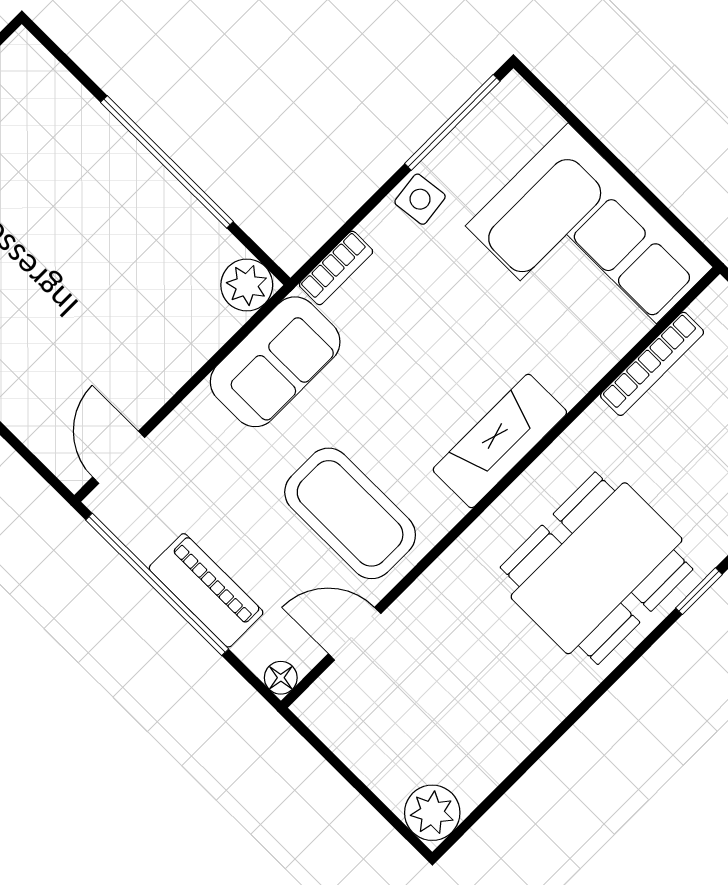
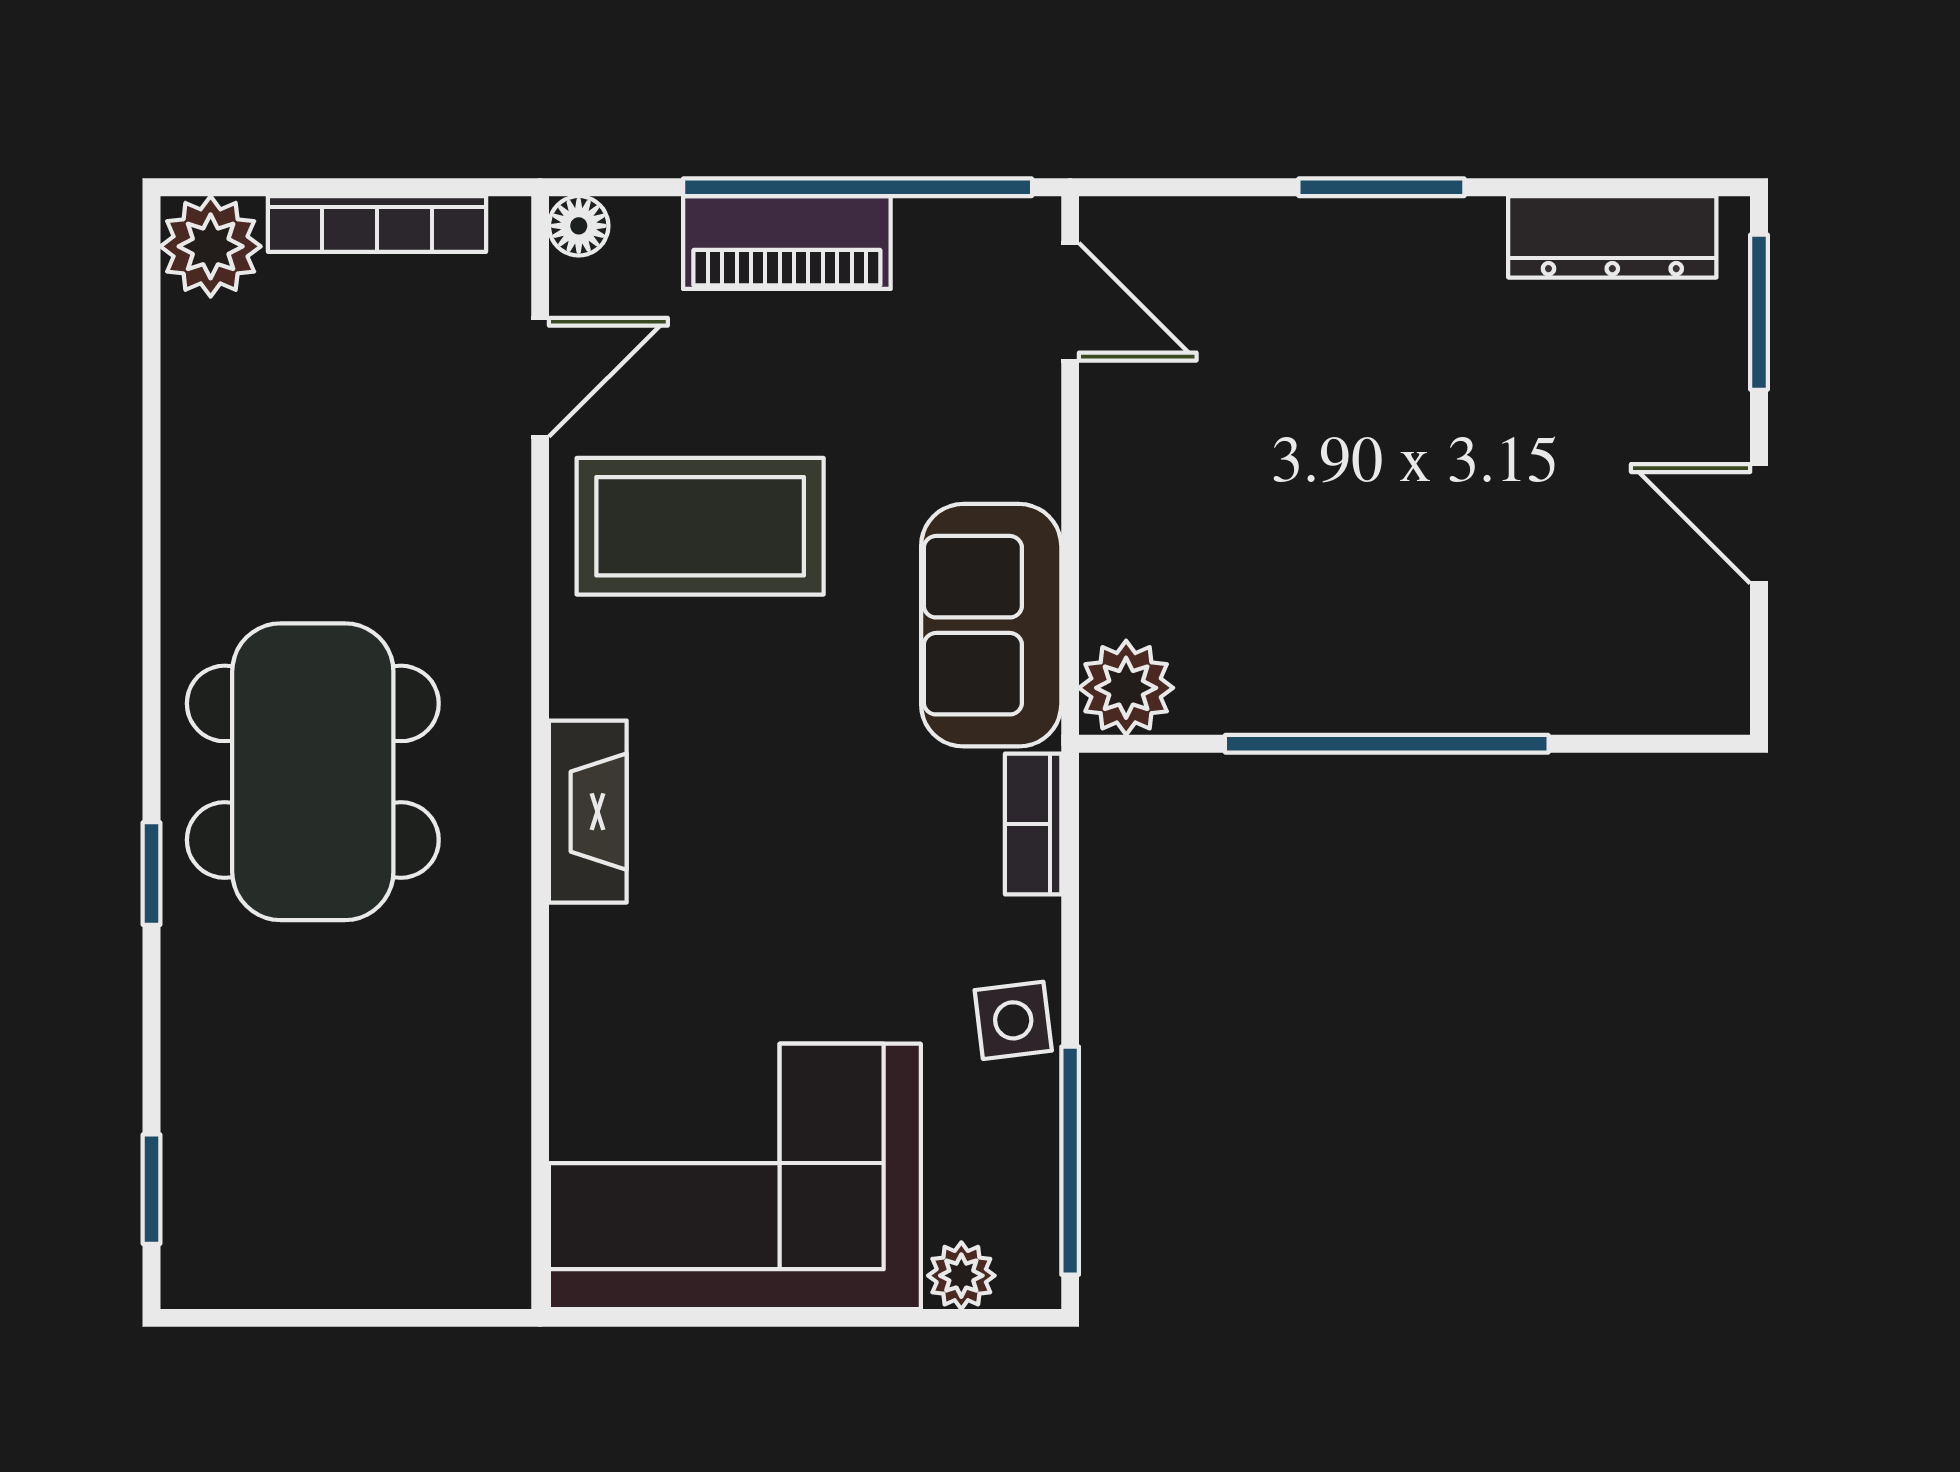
plant: (539, 120) -> (961, 1276), added
bookcase: (652, 364) -> (377, 224), moved, turned -90
fireplace: (500, 441) -> (588, 812), width x0.73, depth x0.76

